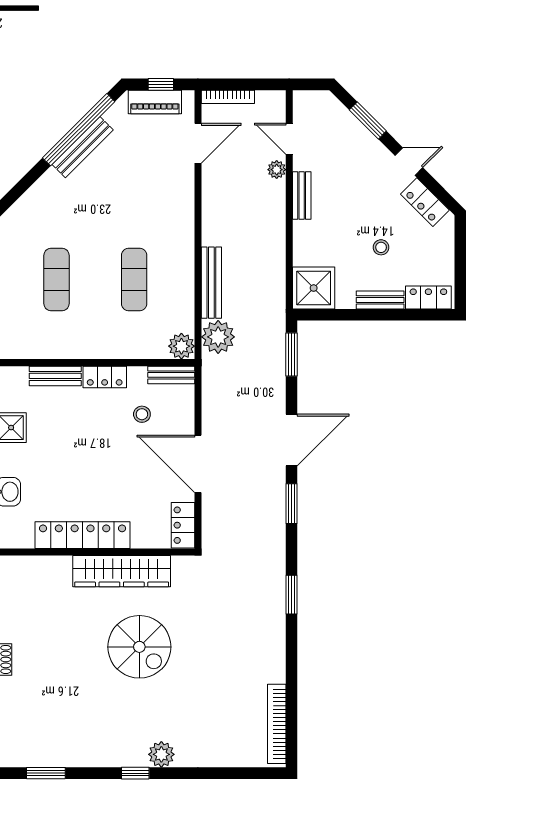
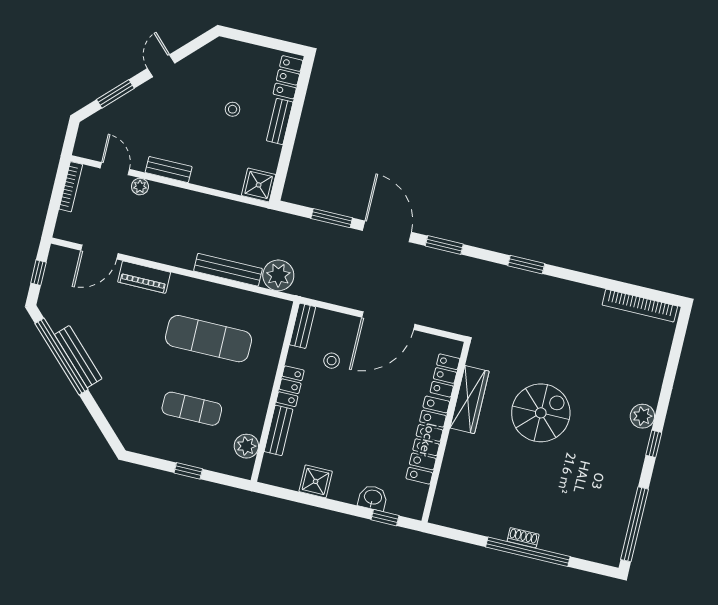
bookcase: (228, 97) -> (71, 187), moved
piano: (155, 102) -> (144, 277), moved, turned 90
door: (289, 139) -> (115, 169), swing flipped
door: (198, 143) -> (99, 252), swing flipped
locker: (425, 202) -> (201, 60), removed
exercise mat: (134, 280) -> (209, 339), width x1.36, depth x1.45
shower: (314, 288) -> (259, 185), width x0.73, depth x0.73
plant: (181, 346) -> (246, 446), moved
window: (291, 354) -> (332, 218), moved
locker: (183, 525) -> (445, 375), moved, turned 90
wardrobe: (122, 571) -> (470, 400), width x0.71, depth x0.85
window: (46, 773) -> (635, 524), width x2.11

